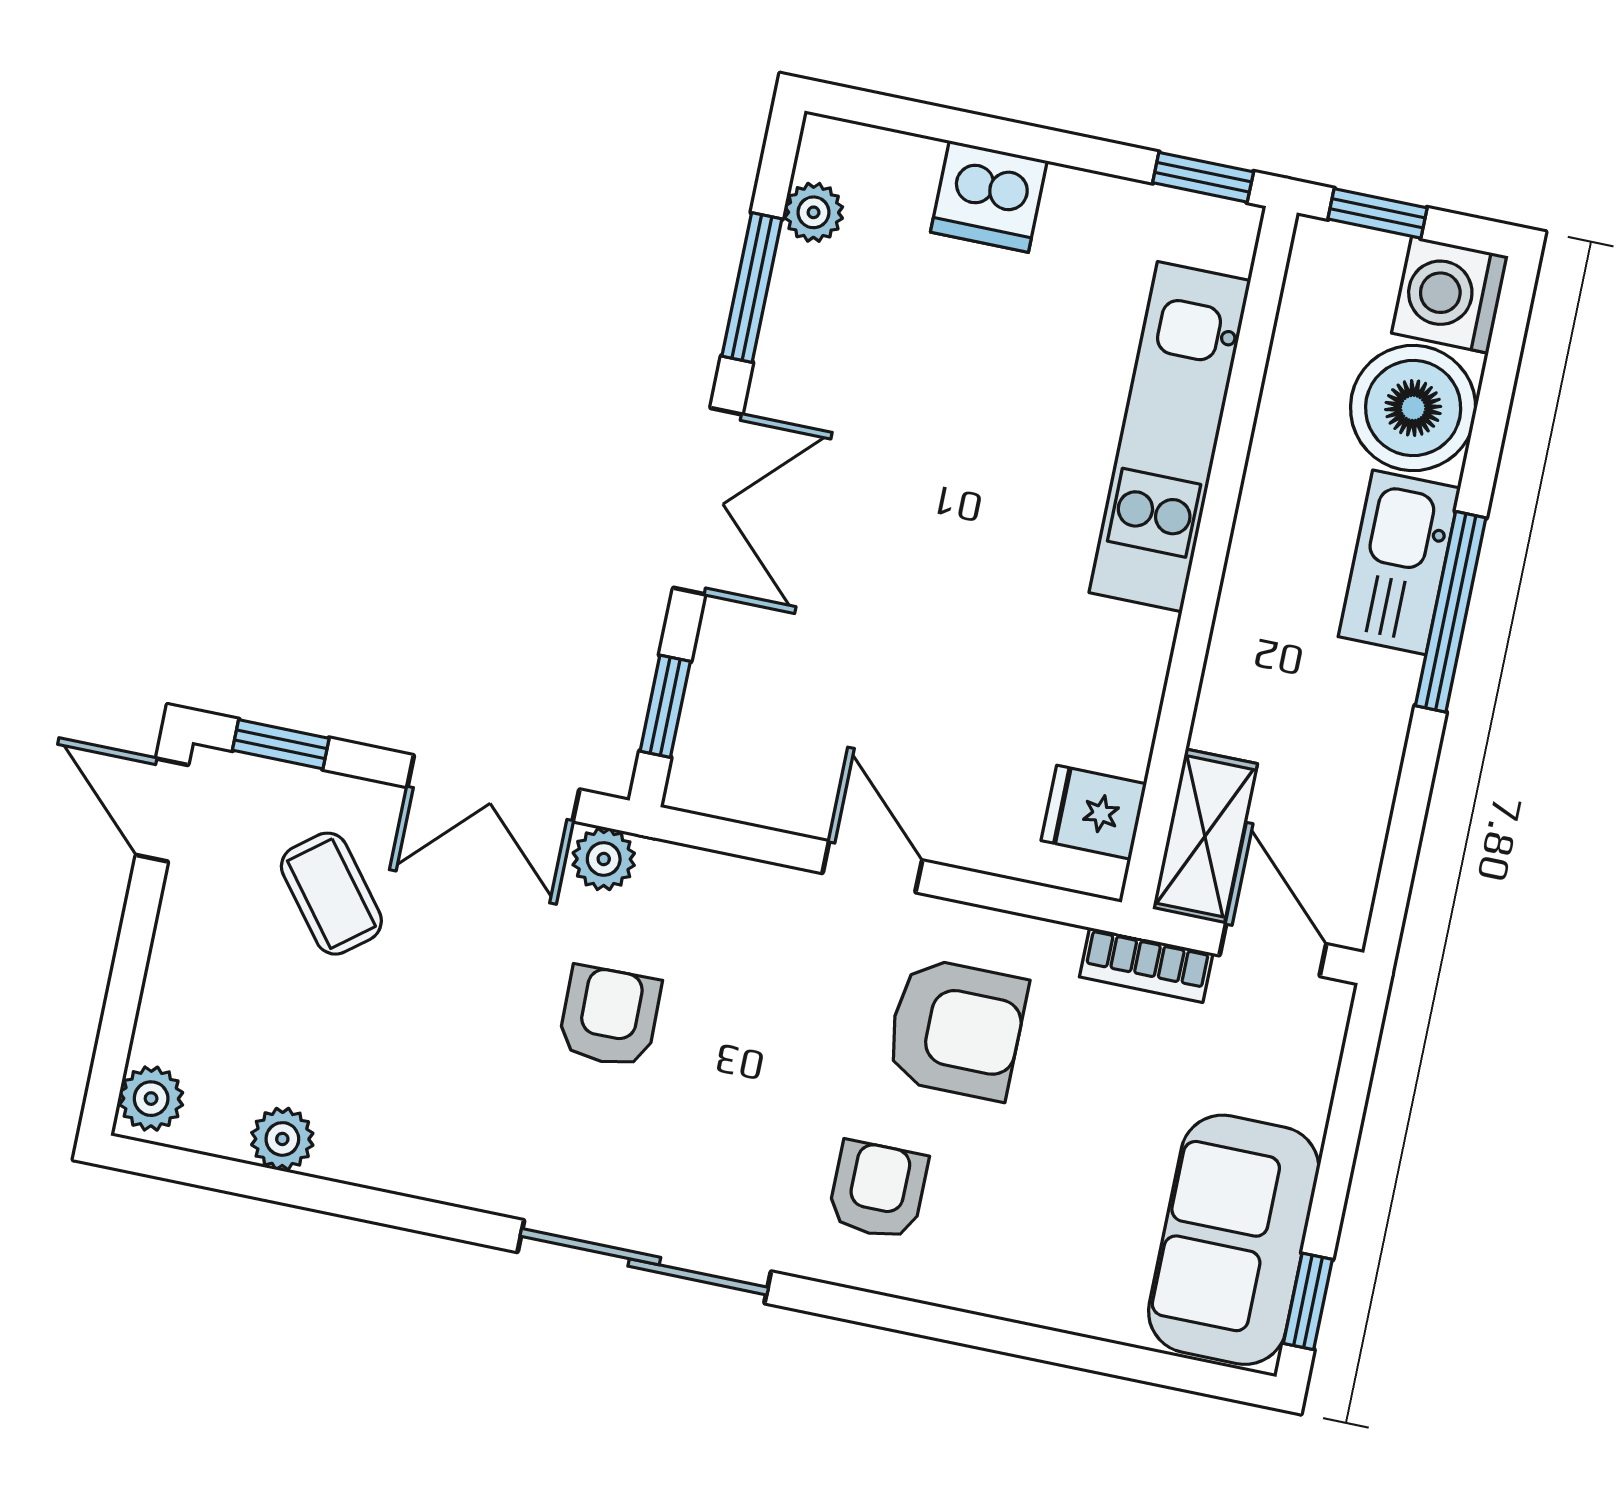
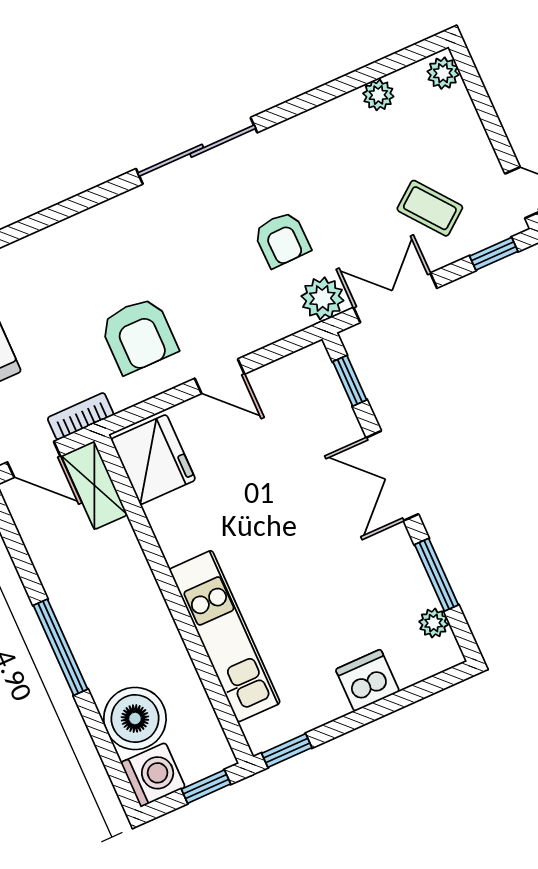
kitchen sink: (1399, 562) -> (96, 652), removed
fridge: (1094, 812) -> (153, 460), width x1.88, depth x1.34
plant: (604, 859) -> (322, 298), width x1.38, depth x1.38
armchair: (956, 1029) -> (139, 335), turned -90
armchair: (878, 1190) -> (123, 248), removed

